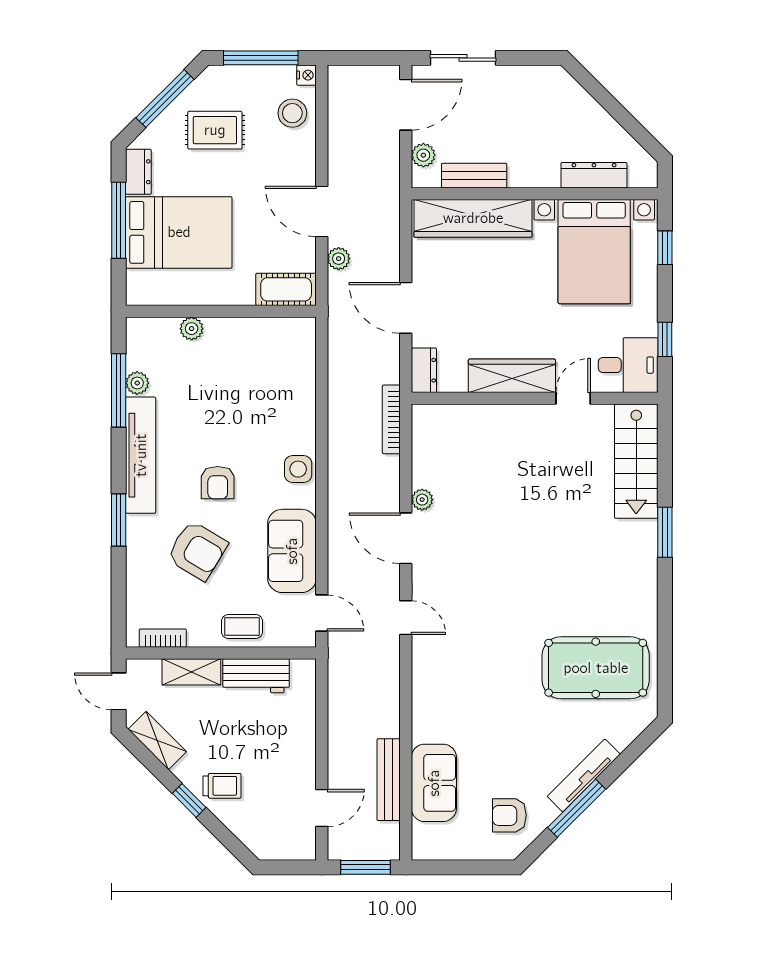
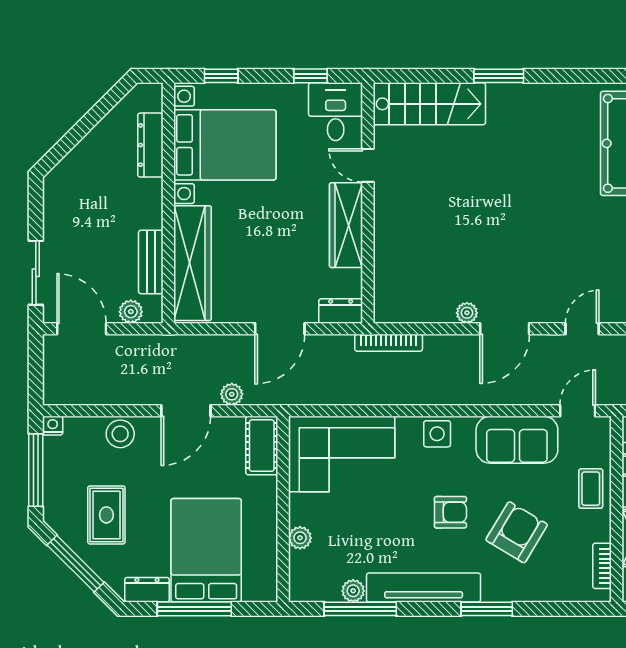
stool: (292, 113) -> (120, 434), moved
corner sofa: (277, 371) -> (342, 454), added

